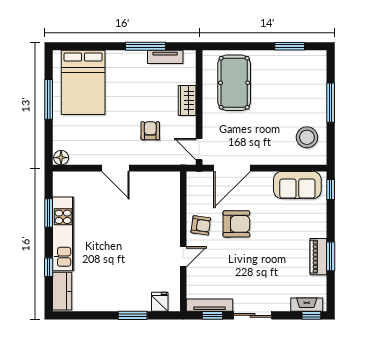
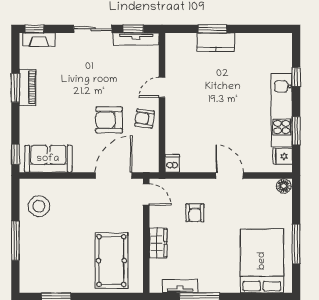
dishwasher: (173, 180) -> (172, 163), added
kitchen counter: (62, 291) -> (216, 42), moved, turned -90
fridge: (160, 302) -> (283, 156), moved, turned 90

